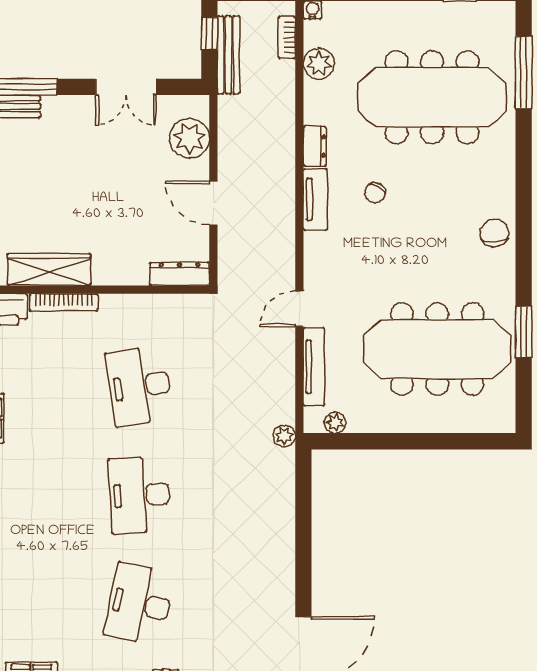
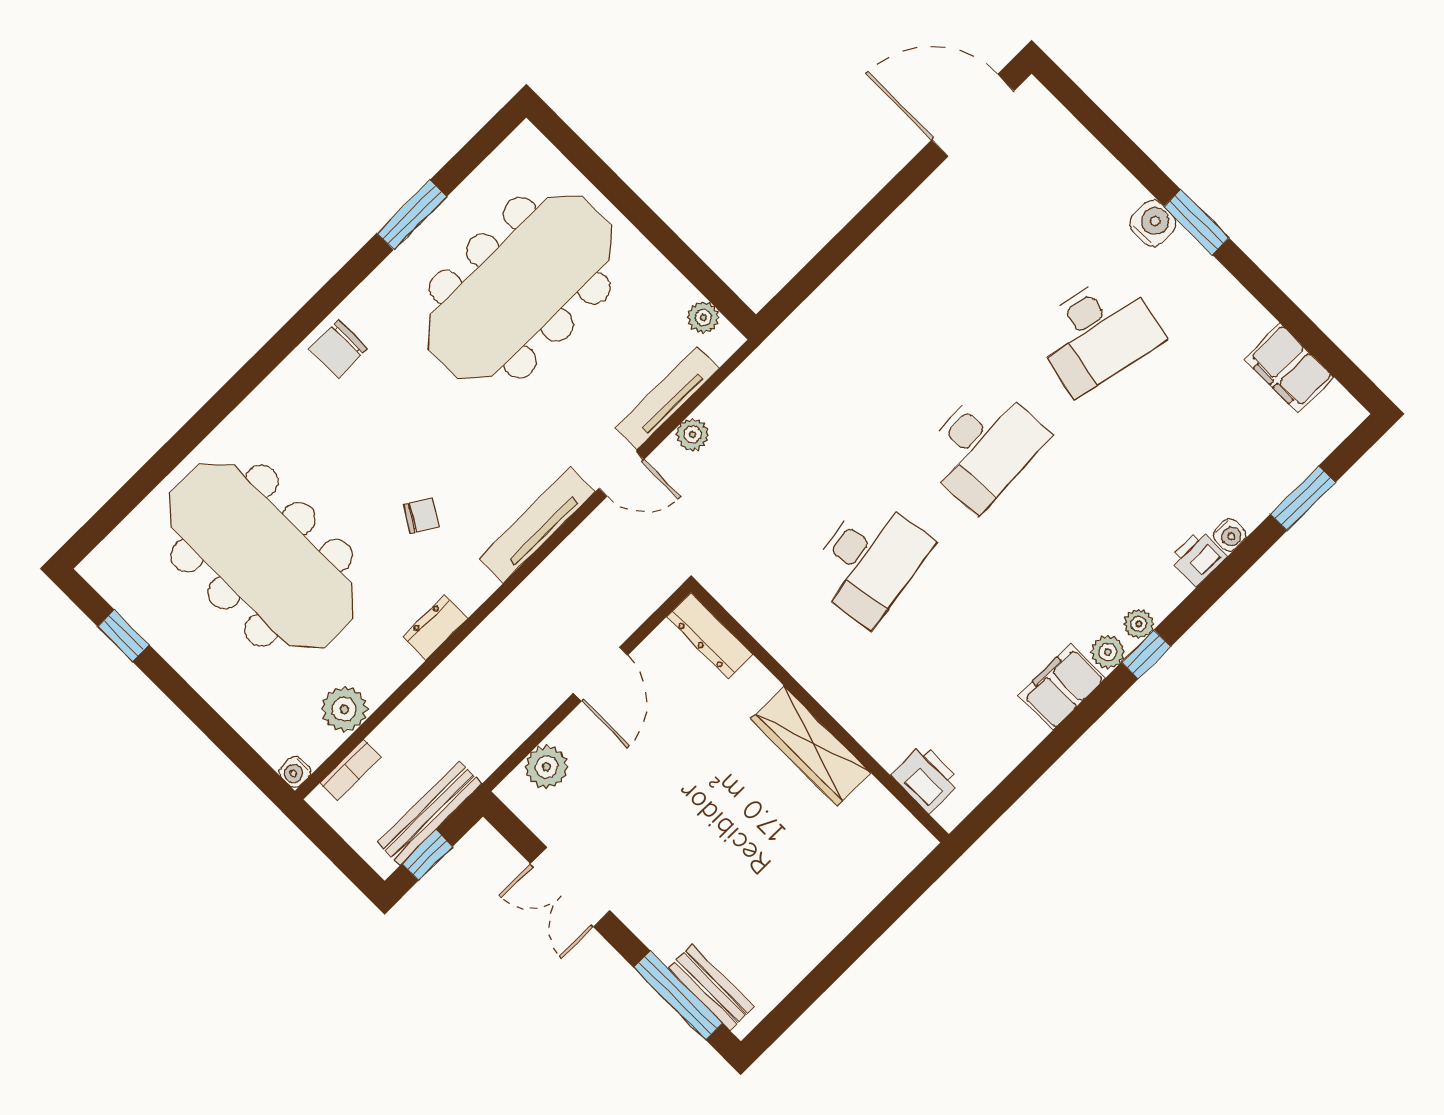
window: (524, 72) -> (140, 486), removed
double door: (126, 87) -> (570, 887), swing flipped
plant: (189, 138) -> (546, 767), width x0.73, depth x0.73
tv unit: (315, 199) -> (537, 525), moved, width x1.41
wardrobe: (49, 270) -> (811, 746), moved
bookcase: (64, 302) -> (861, 728), removed
meeting table: (437, 349) -> (520, 287), turned 90
plant: (284, 436) -> (692, 435), moved

